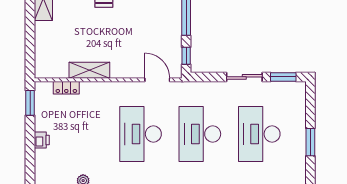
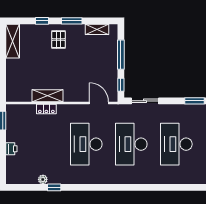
sliding door: (244, 77) -> (145, 101), moved
locker: (66, 88) -> (46, 109), moved

